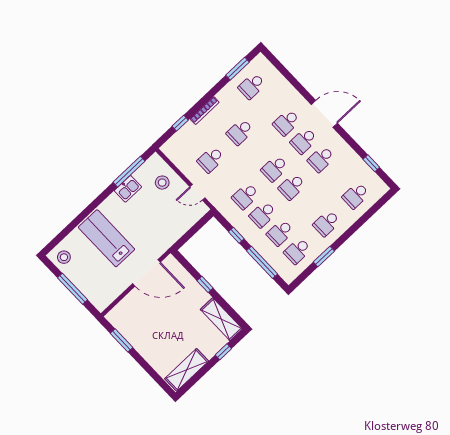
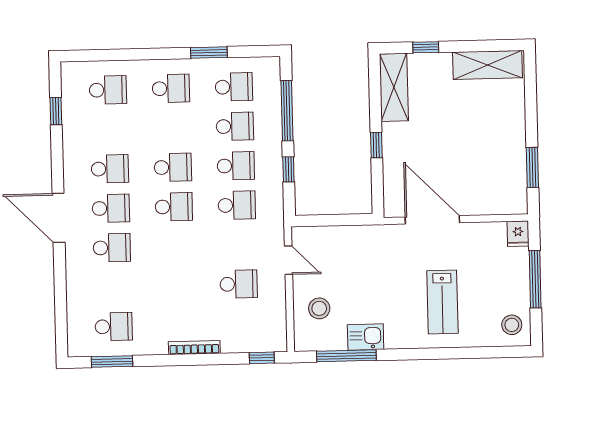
window: (180, 123) -> (262, 358), moved
school desk: (240, 132) -> (176, 286), removed
lab bench: (107, 238) -> (442, 302), width x0.73, depth x0.72
fridge: (100, 303) -> (518, 234), added

